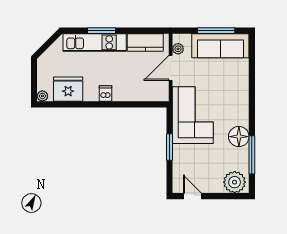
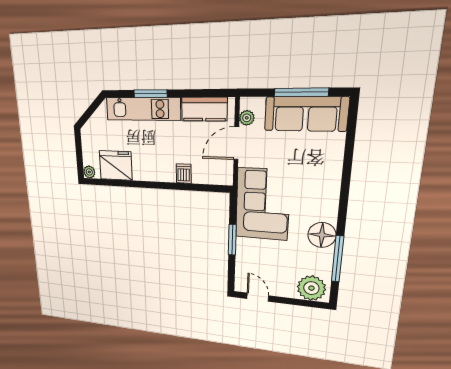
dishwasher: (106, 93) -> (184, 174), moved

